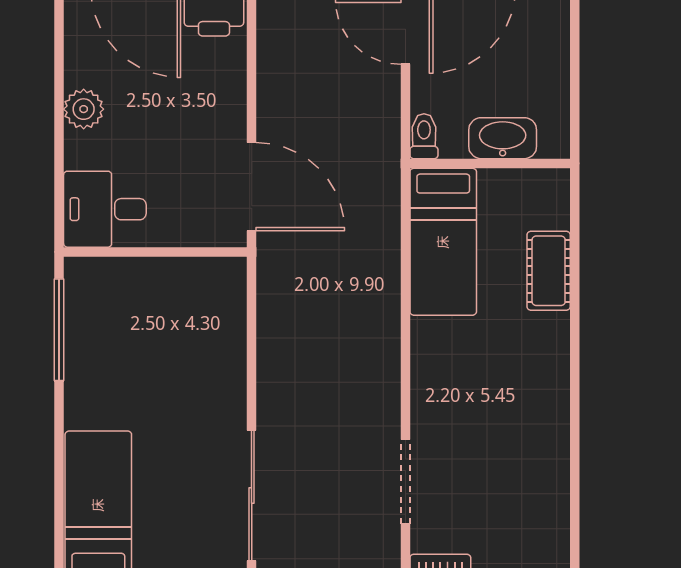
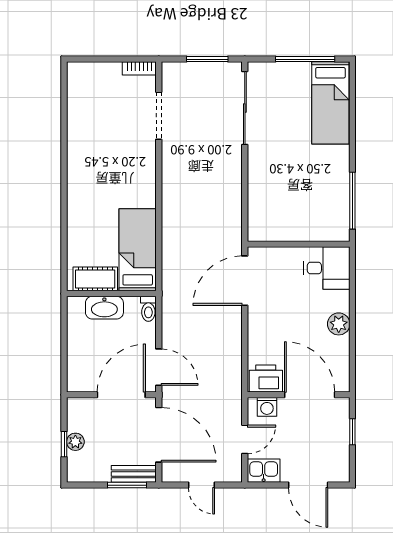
door: (252, 187) -> (245, 281), hinge flipped
cot: (549, 271) -> (95, 279), moved, turned 90

